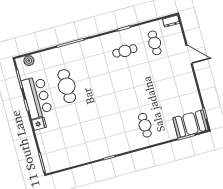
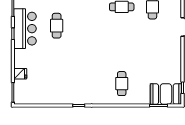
cafe table: (67, 86) -> (57, 26), width x0.73, depth x0.74
fridge: (39, 124) -> (20, 74), moved

